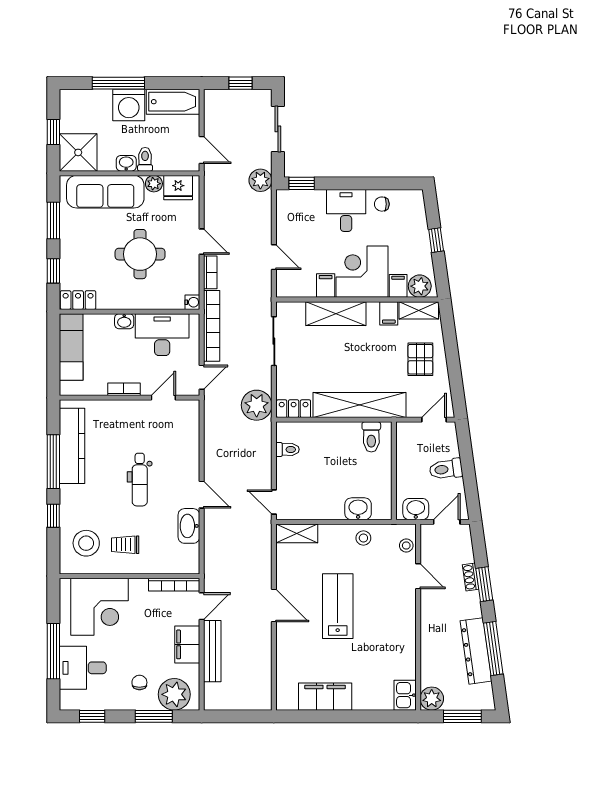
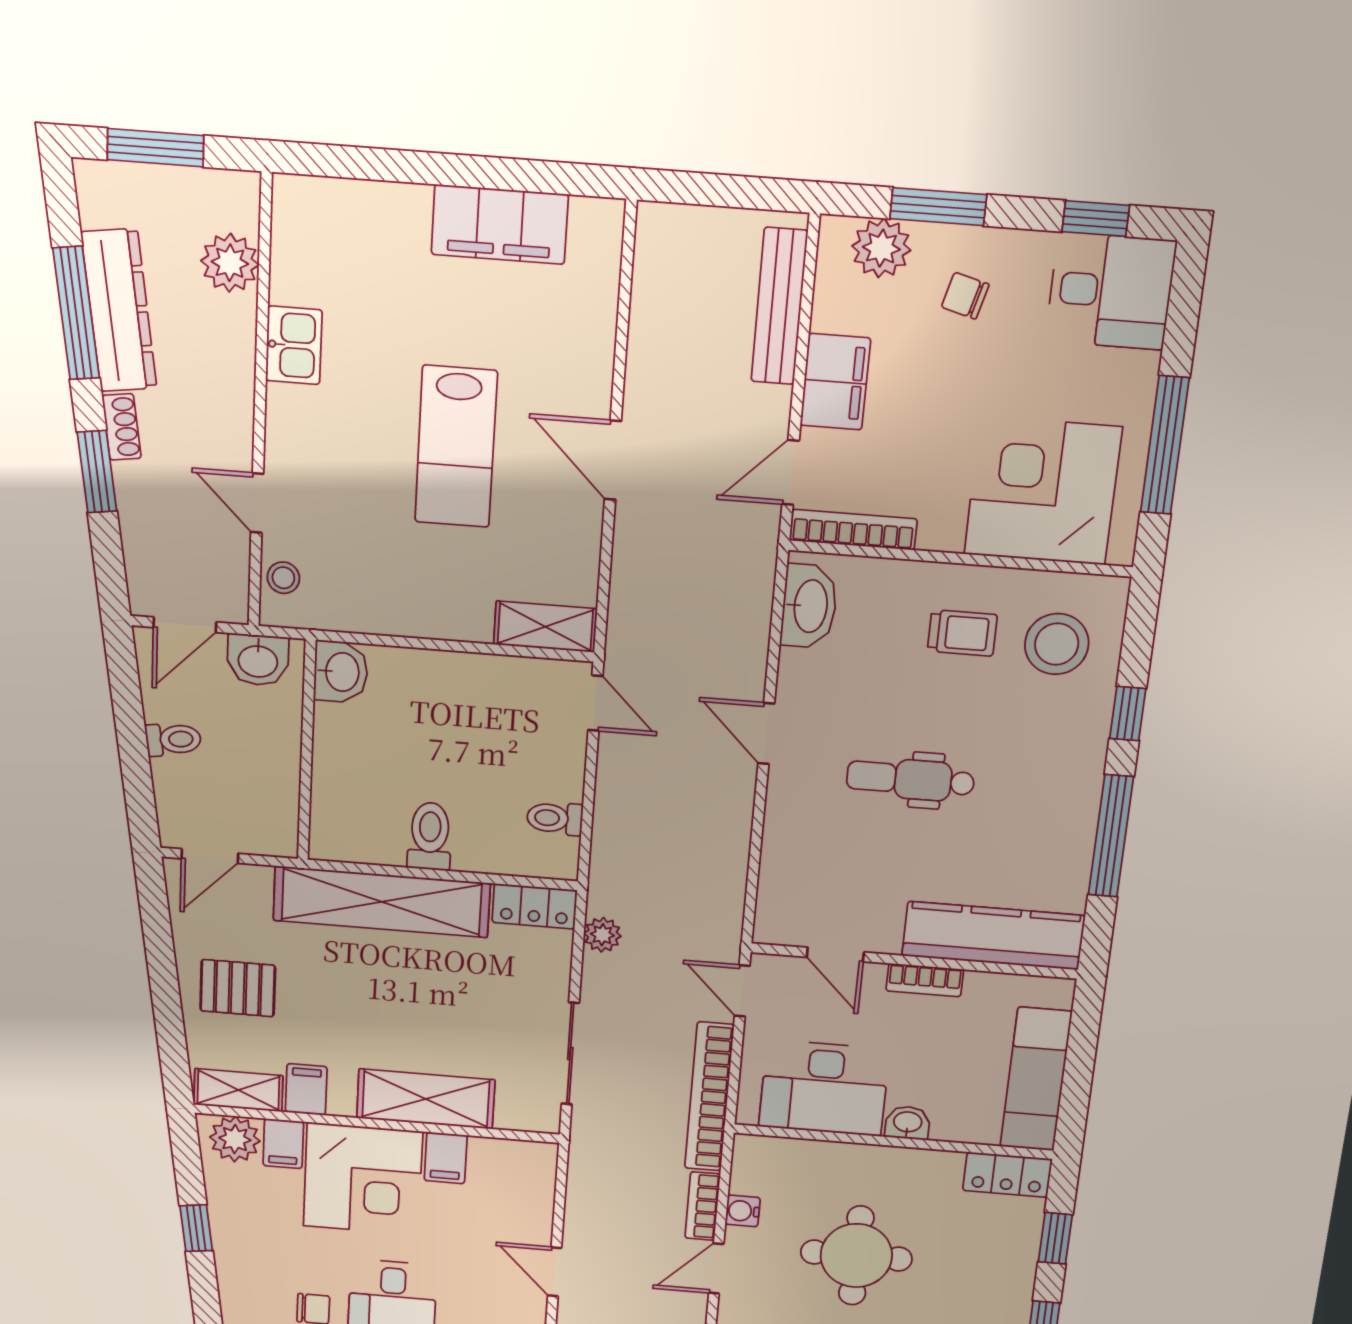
door: (202, 242) -> (716, 1269), hinge flipped
door: (274, 257) -> (555, 1272), moved
water cooler: (192, 302) -> (743, 1211), moved
pallet: (420, 359) -> (238, 988), turned 90
door: (202, 377) -> (742, 991), hinge flipped
door: (163, 398) -> (835, 955), hinge flipped
plant: (257, 405) -> (602, 935), width x0.53, depth x0.53
toilet: (371, 437) -> (430, 836), moved
kitchen counter: (72, 446) -> (993, 936), moved, turned 90
toilet: (446, 469) -> (173, 739), width x0.73, depth x0.72
dental chair: (140, 480) -> (910, 779), turned -90
washbasin: (358, 509) -> (341, 672), moved, turned -90
washbasin: (189, 526) -> (809, 606), moved
stool: (363, 538) -> (386, 603), removed
shoe rack: (471, 577) -> (122, 427), moved
window: (53, 651) -> (1165, 445), moved
bench: (212, 651) -> (779, 306), moved
desk: (83, 668) -> (1111, 291), moved
chair: (139, 682) -> (965, 296), turned 105
plant: (174, 694) -> (881, 248), width x0.73, depth x0.73
kitchen sink: (405, 695) -> (294, 345), moved
plant: (432, 699) -> (230, 263), moved

